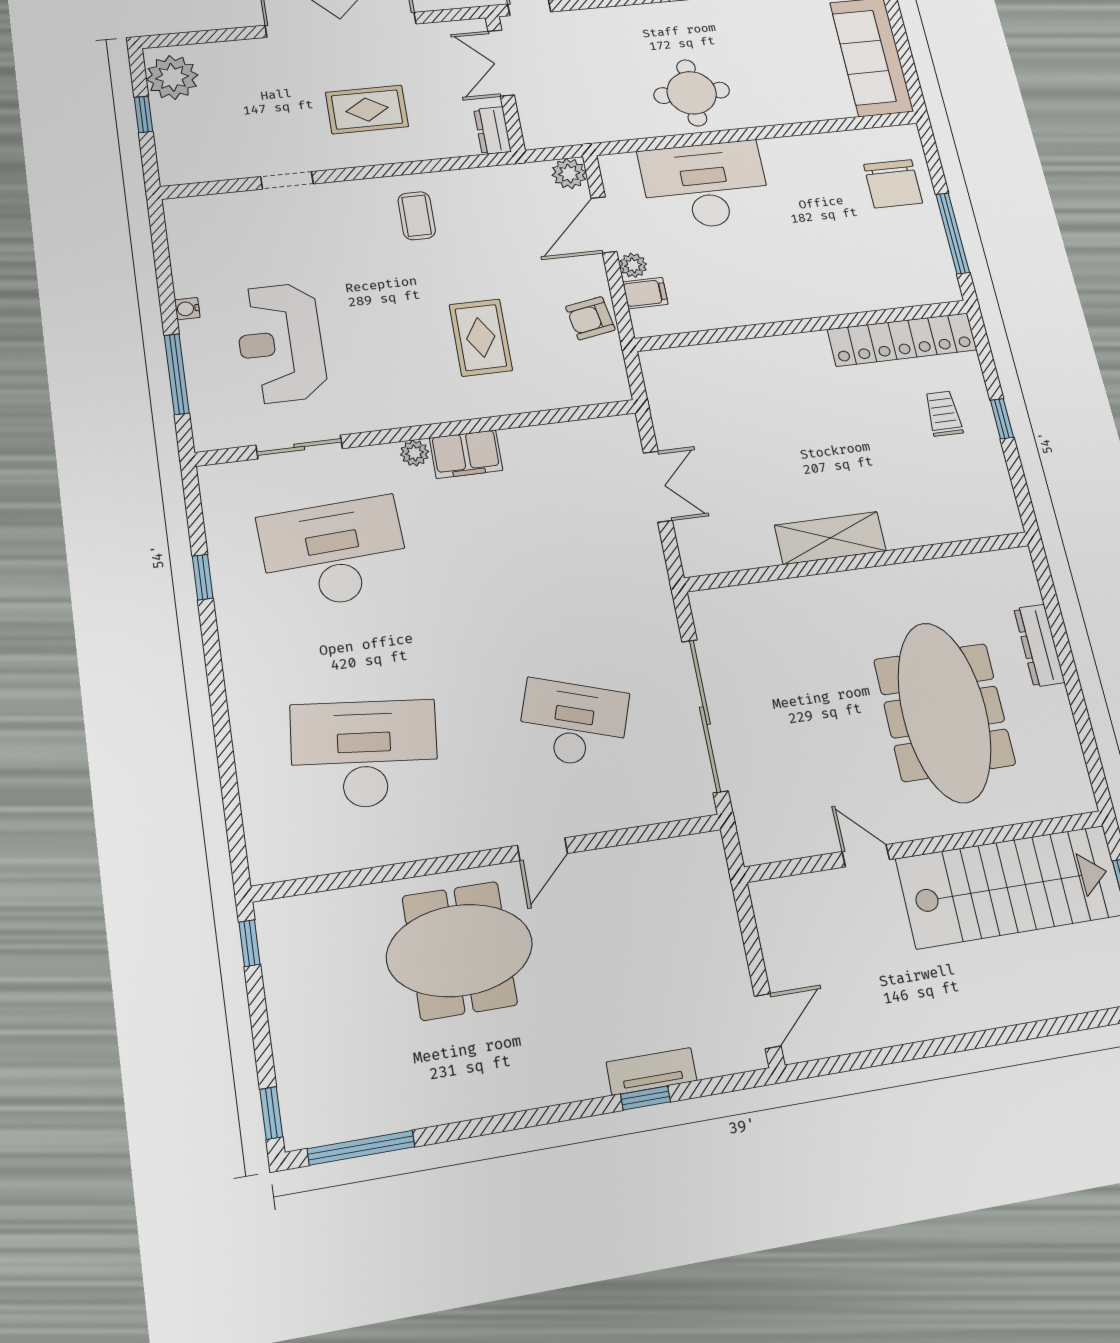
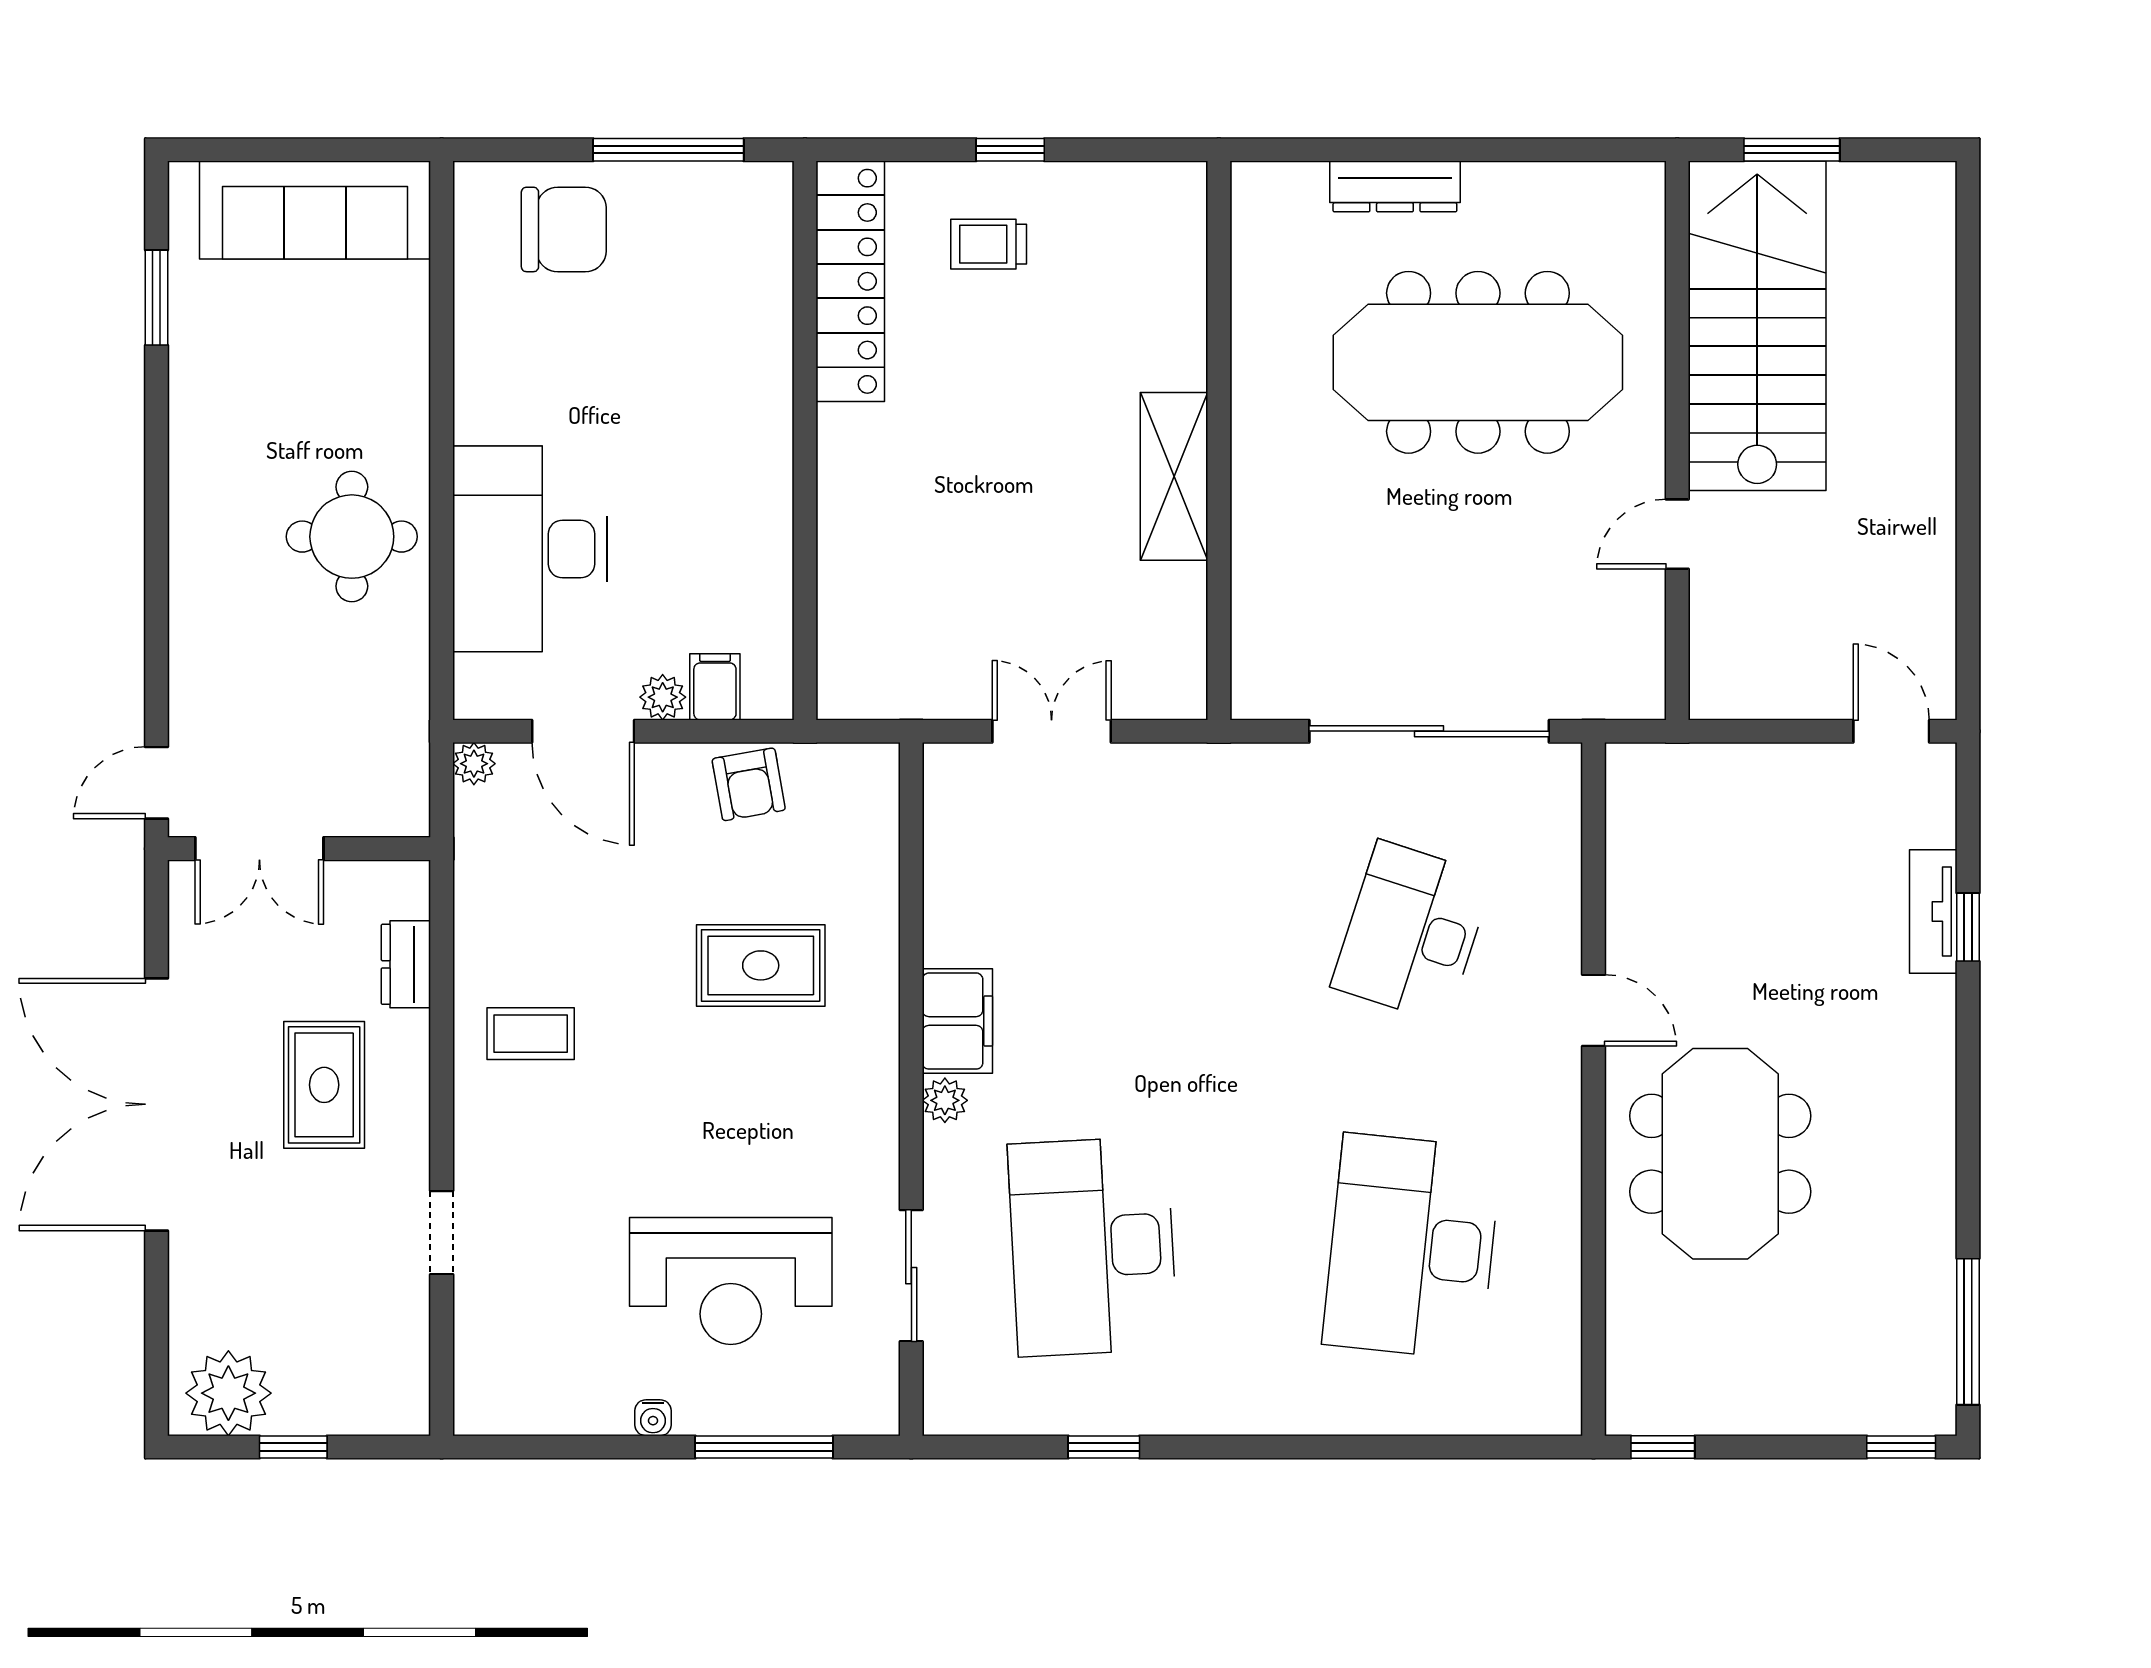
dresser: (493, 131) -> (406, 964), moved, turned 90
plant: (569, 174) -> (474, 764), width x0.73, depth x0.73

